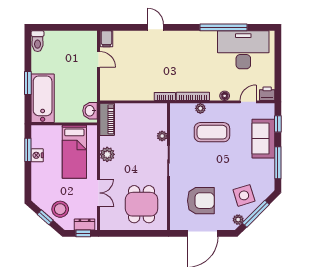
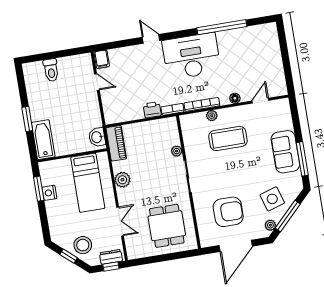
toilet: (38, 41) -> (51, 70), moved
desk: (243, 50) -> (191, 56), moved
printer: (267, 94) -> (152, 110), moved
bathtub: (43, 98) -> (43, 140), width x0.73, depth x0.73
window: (278, 124) -> (295, 118), removed
sofa: (263, 139) -> (285, 152), moved

